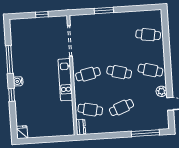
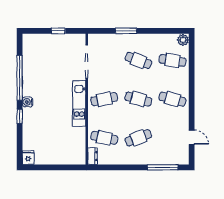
cafe table: (117, 37) -> (138, 60), added
window: (9, 60) -> (20, 78), width x1.46
plant: (161, 91) -> (183, 40), moved

